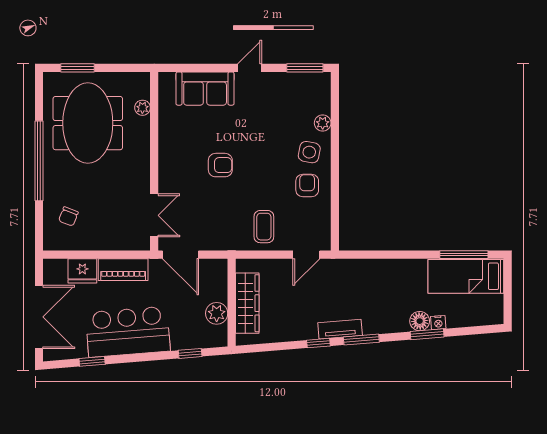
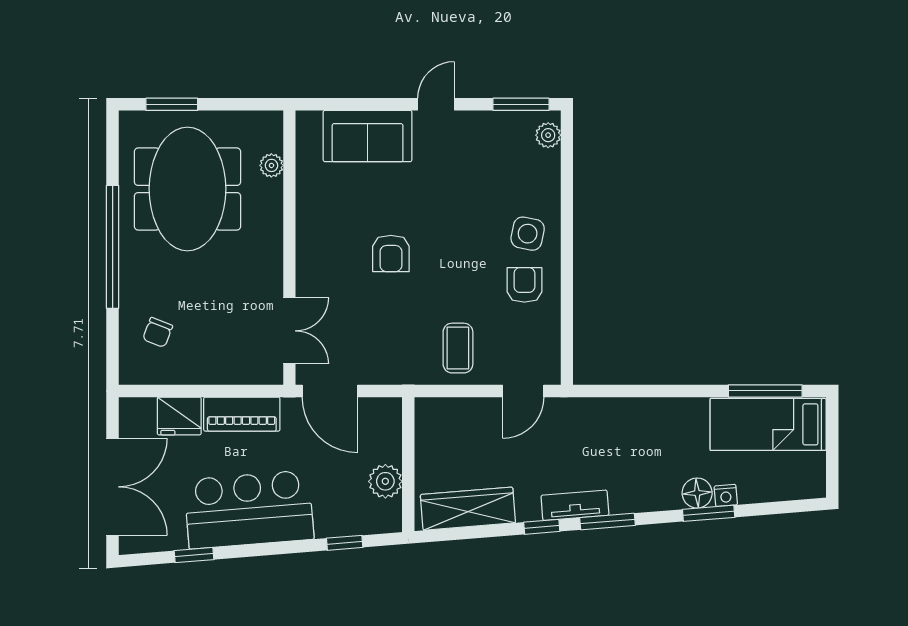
plant: (323, 123) -> (548, 135), moved
armchair: (220, 165) -> (391, 253), turned 90
wardrobe: (247, 303) -> (468, 509), moved, turned -95

